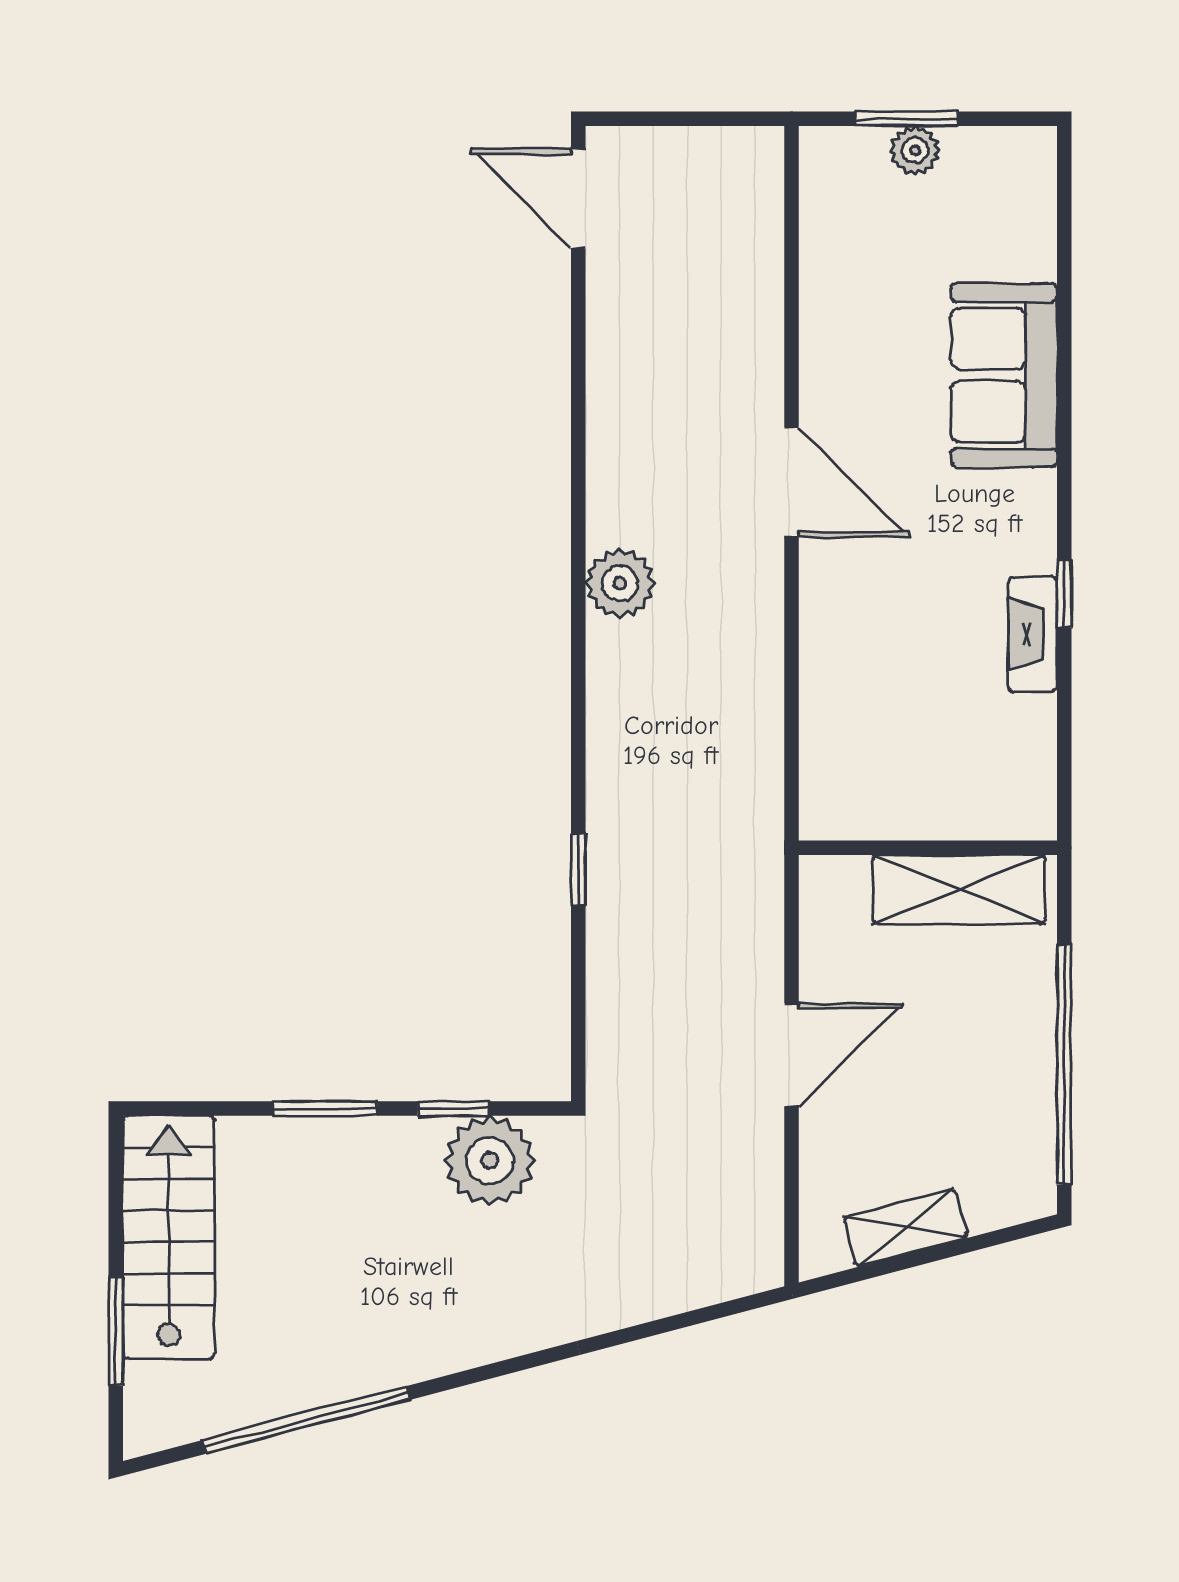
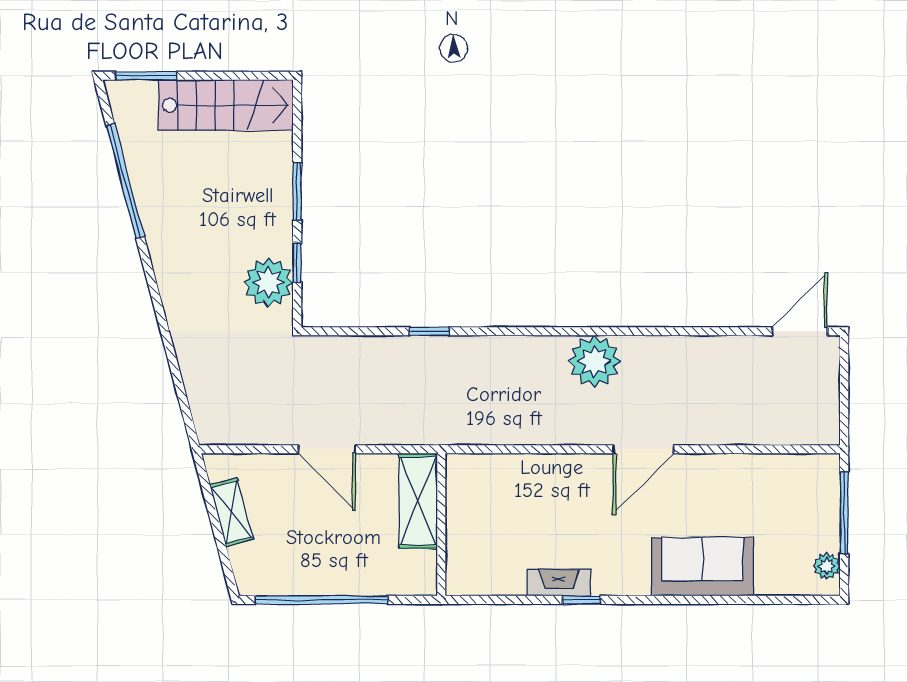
window: (906, 119) -> (844, 513), width x1.44
plant: (915, 150) -> (827, 566), moved
plant: (620, 583) -> (594, 361), width x1.36, depth x1.36
shelving: (959, 889) -> (418, 501), moved
window: (116, 1331) -> (146, 76), moved

